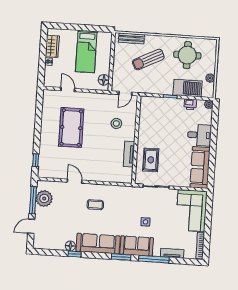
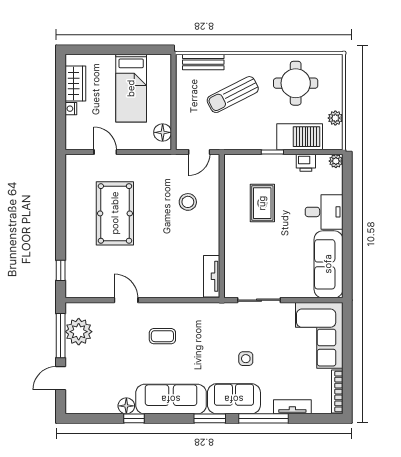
tv unit: (129, 154) -> (212, 276), moved
rug: (151, 160) -> (262, 203), moved

